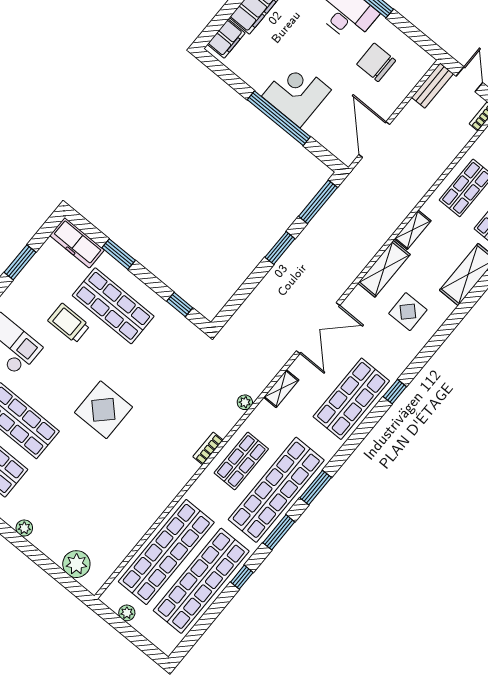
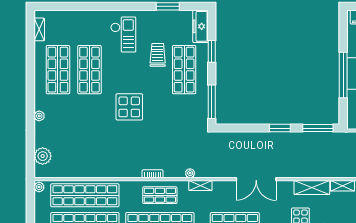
window: (180, 304) -> (212, 102), width x2.17
shelving: (281, 389) -> (200, 186), moved
plant: (127, 613) -> (39, 187), moved

